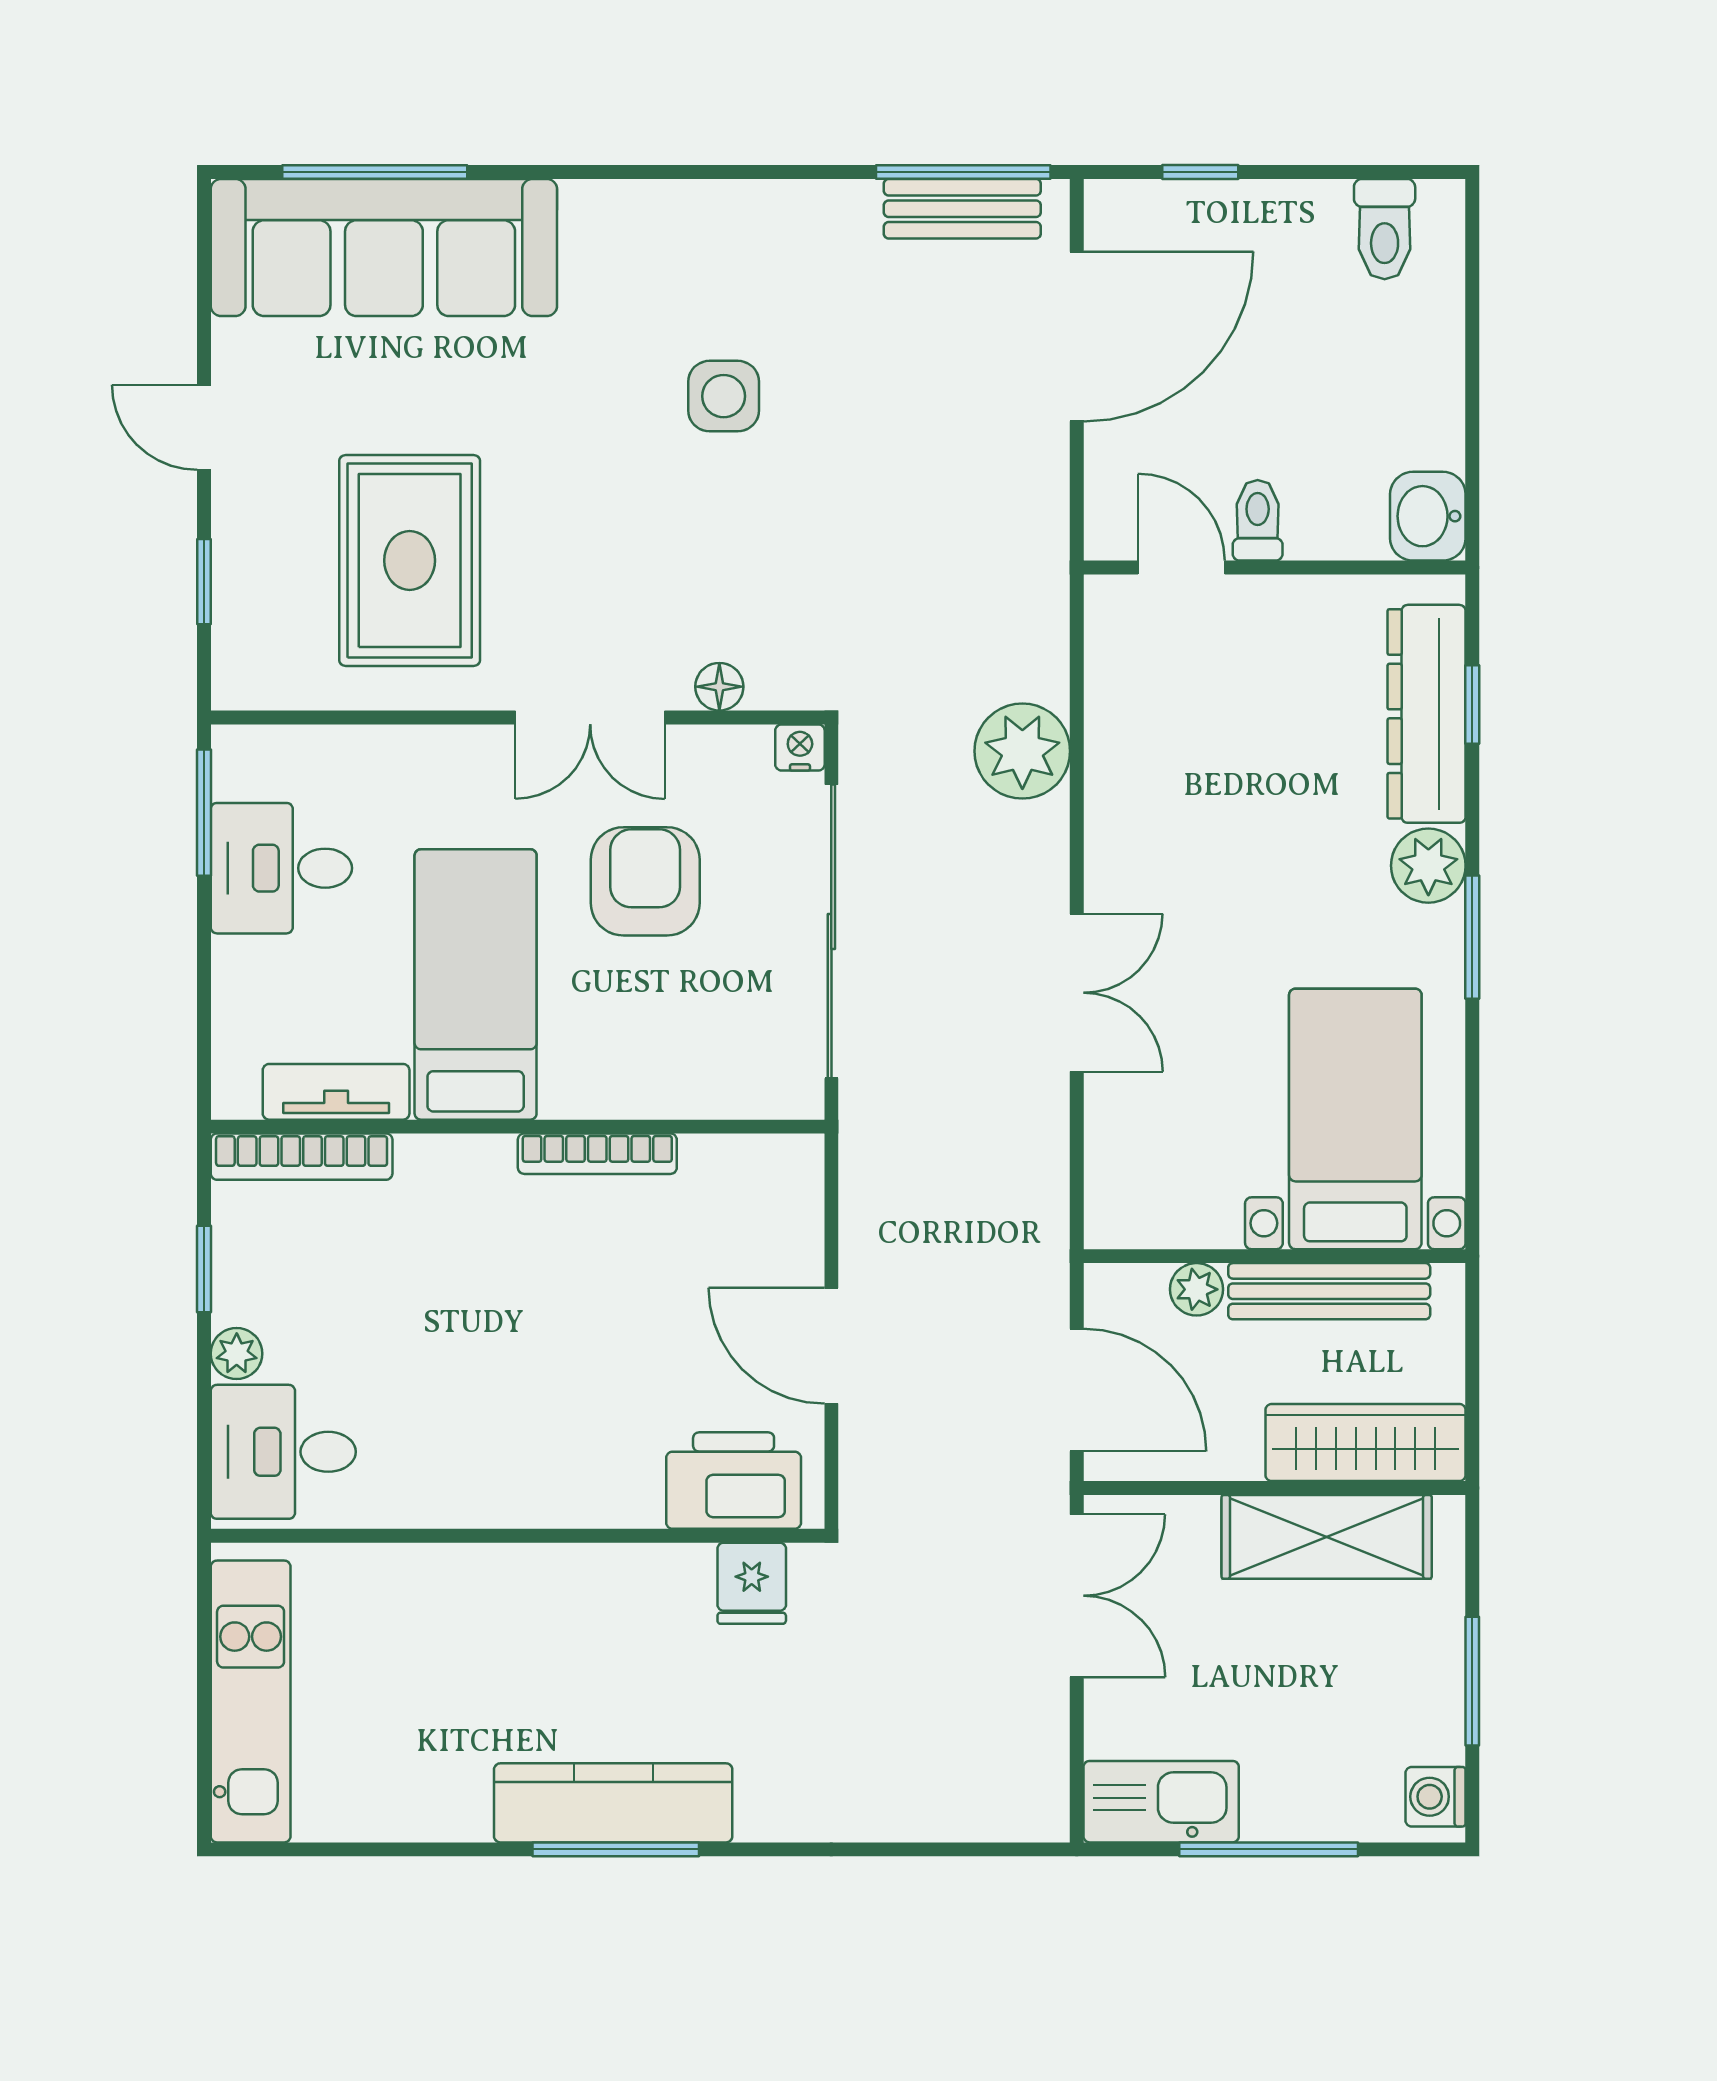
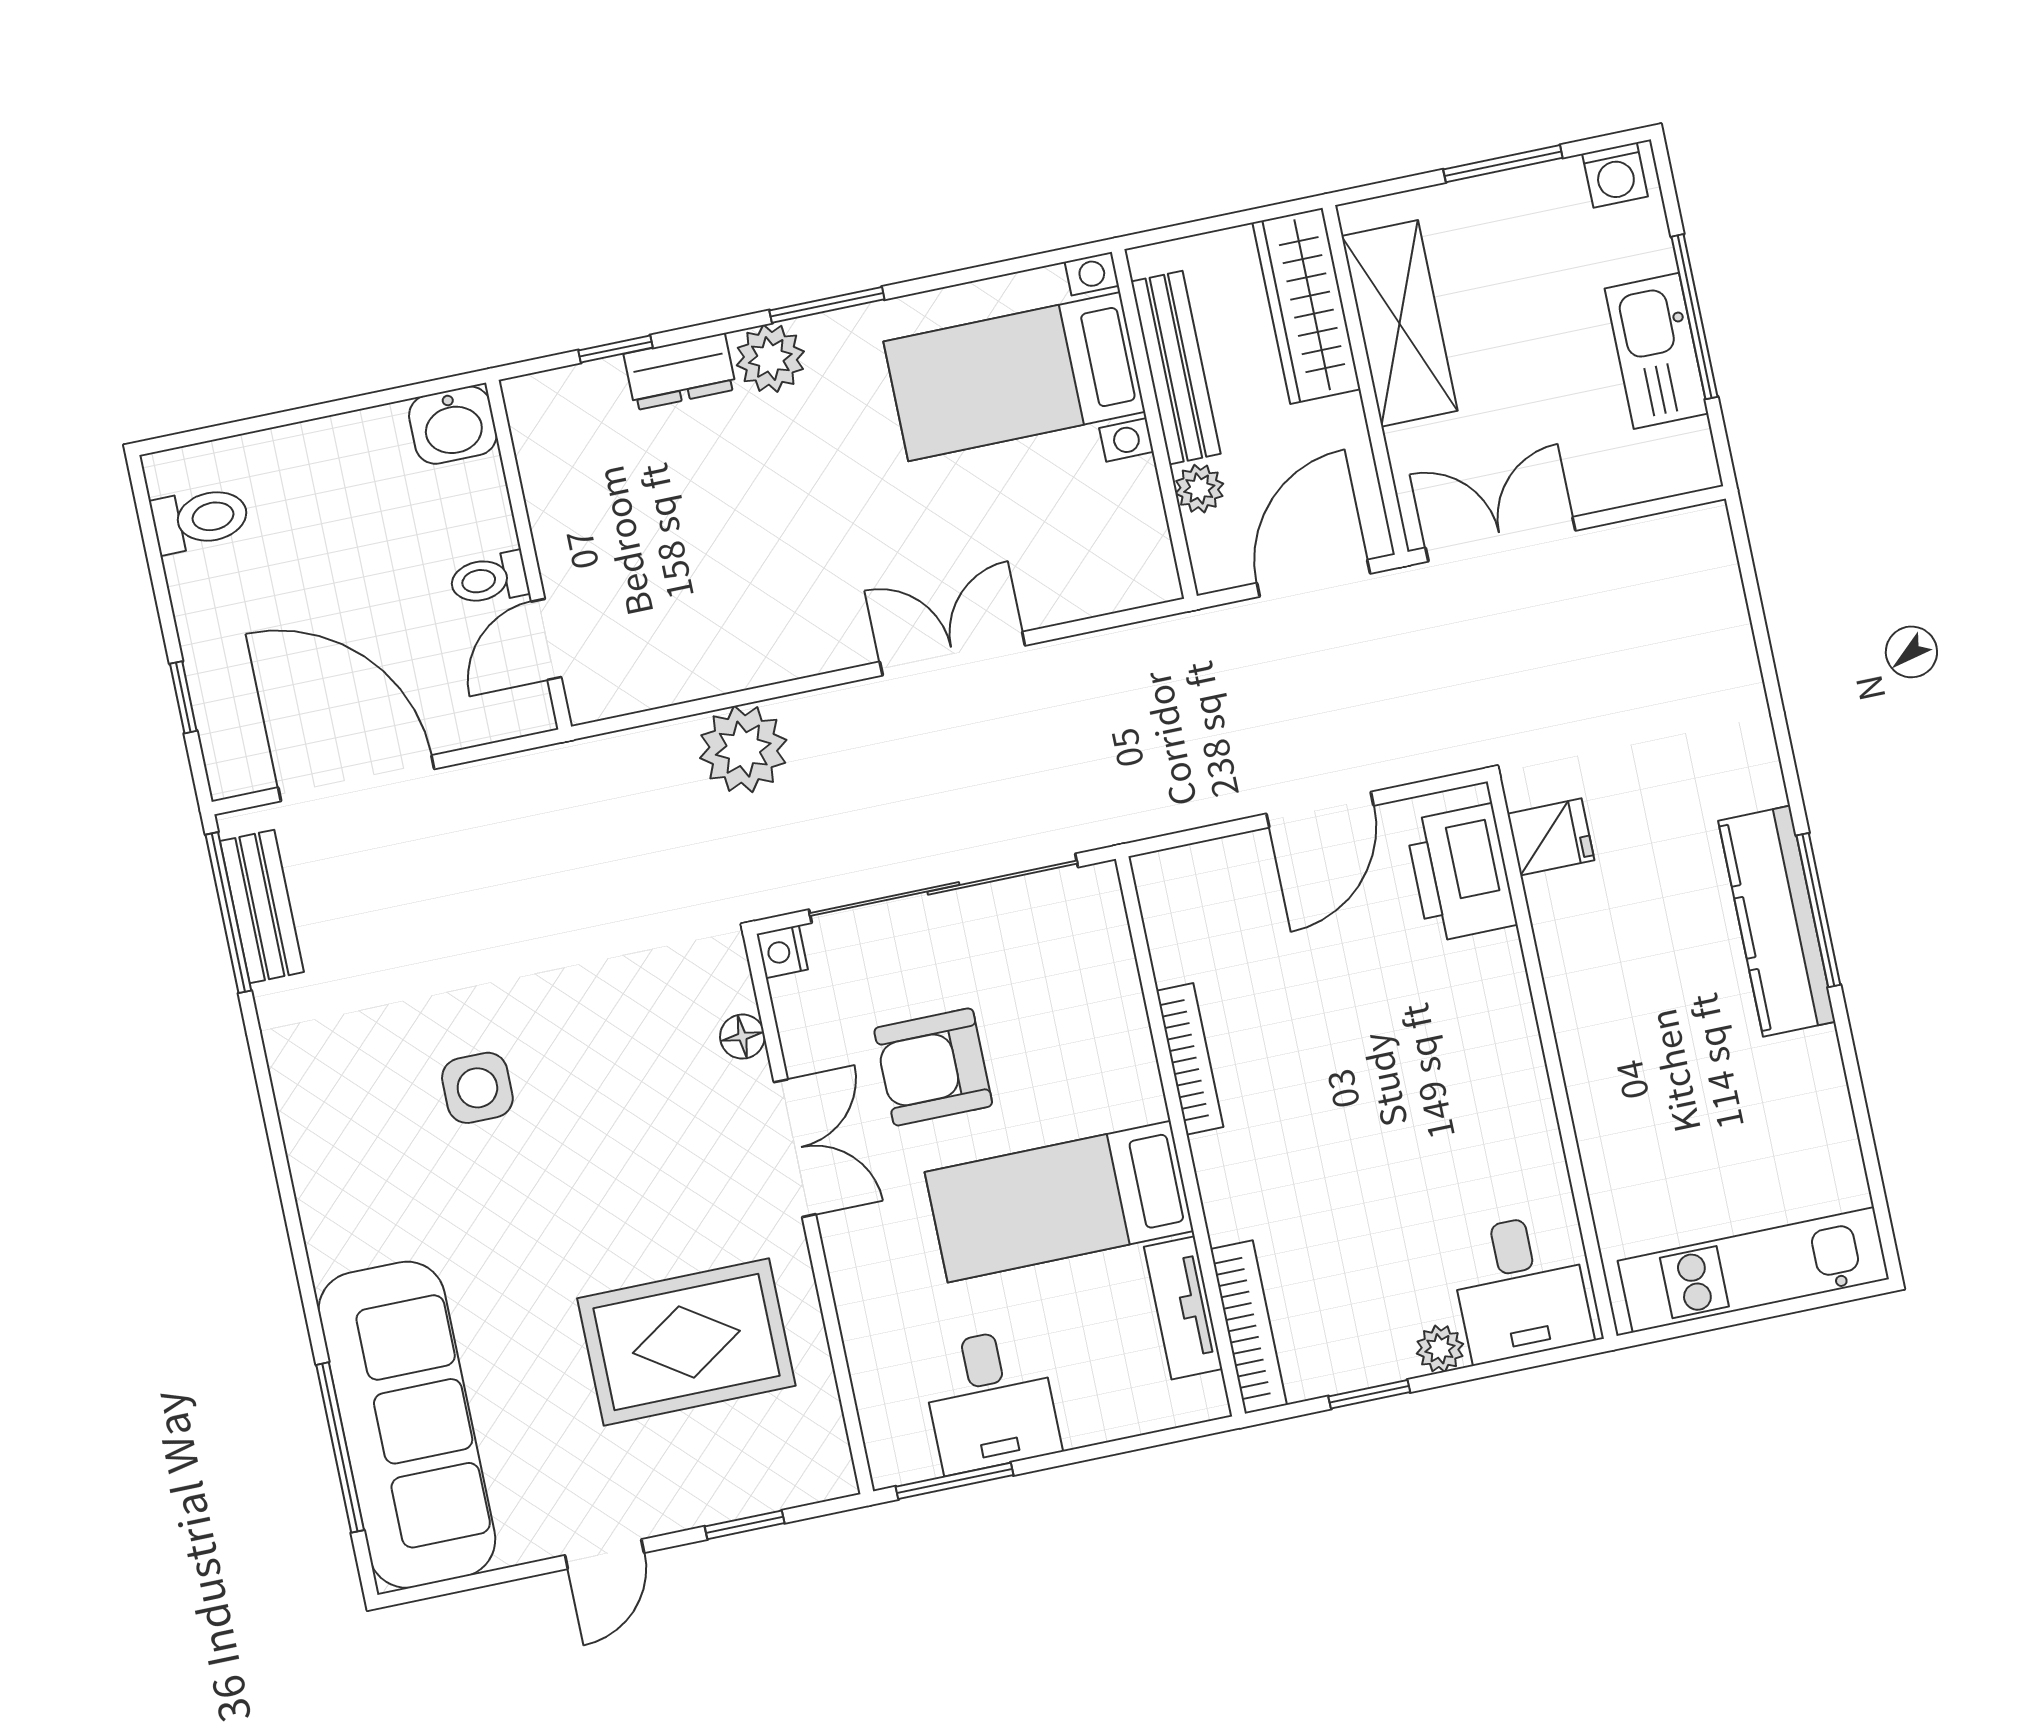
dresser: (1427, 714) -> (680, 372), width x0.51, depth x0.80
kitchen sink: (1161, 1802) -> (1656, 351), moved

